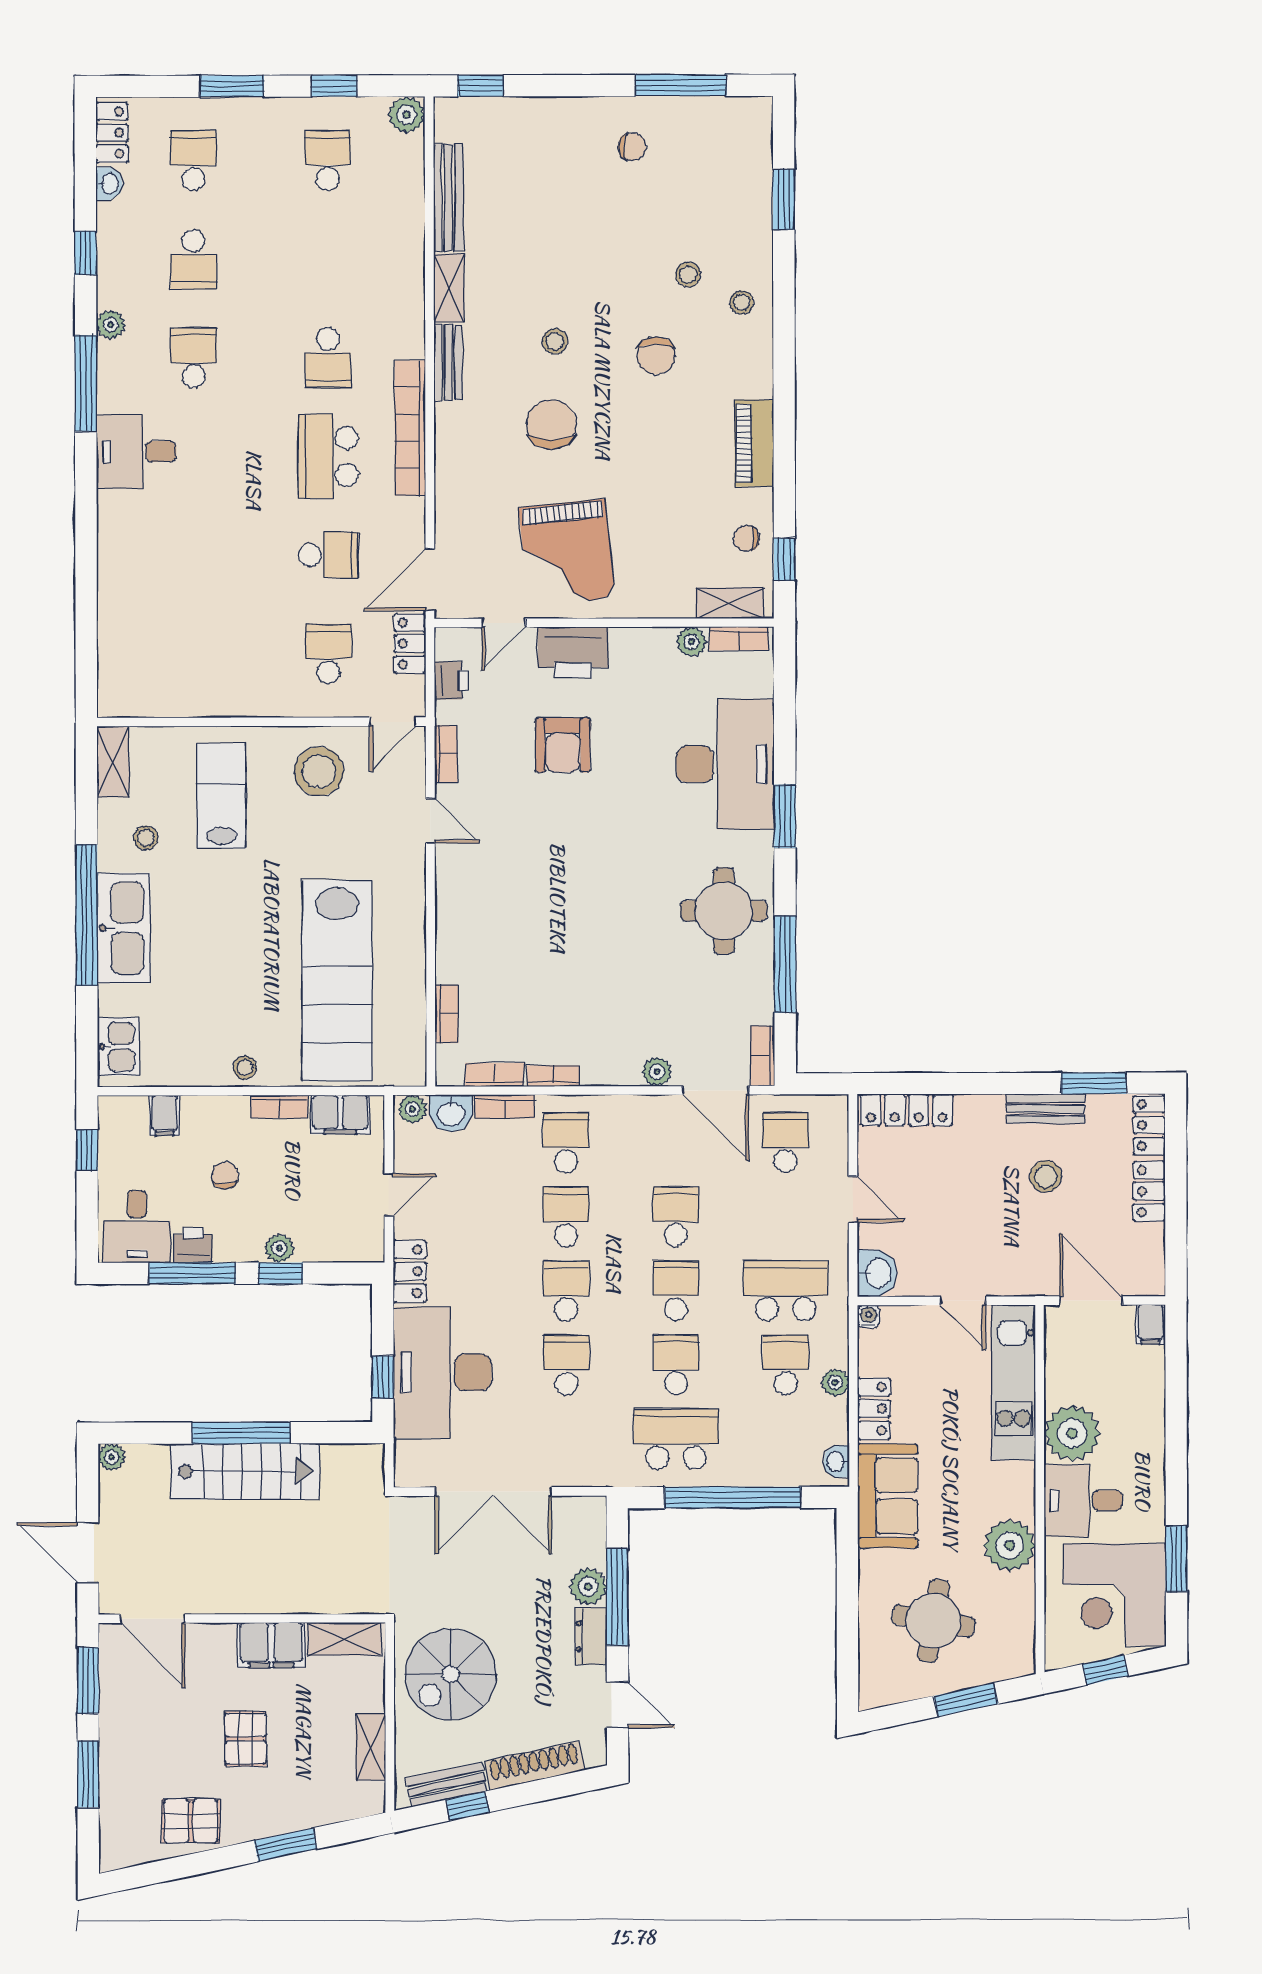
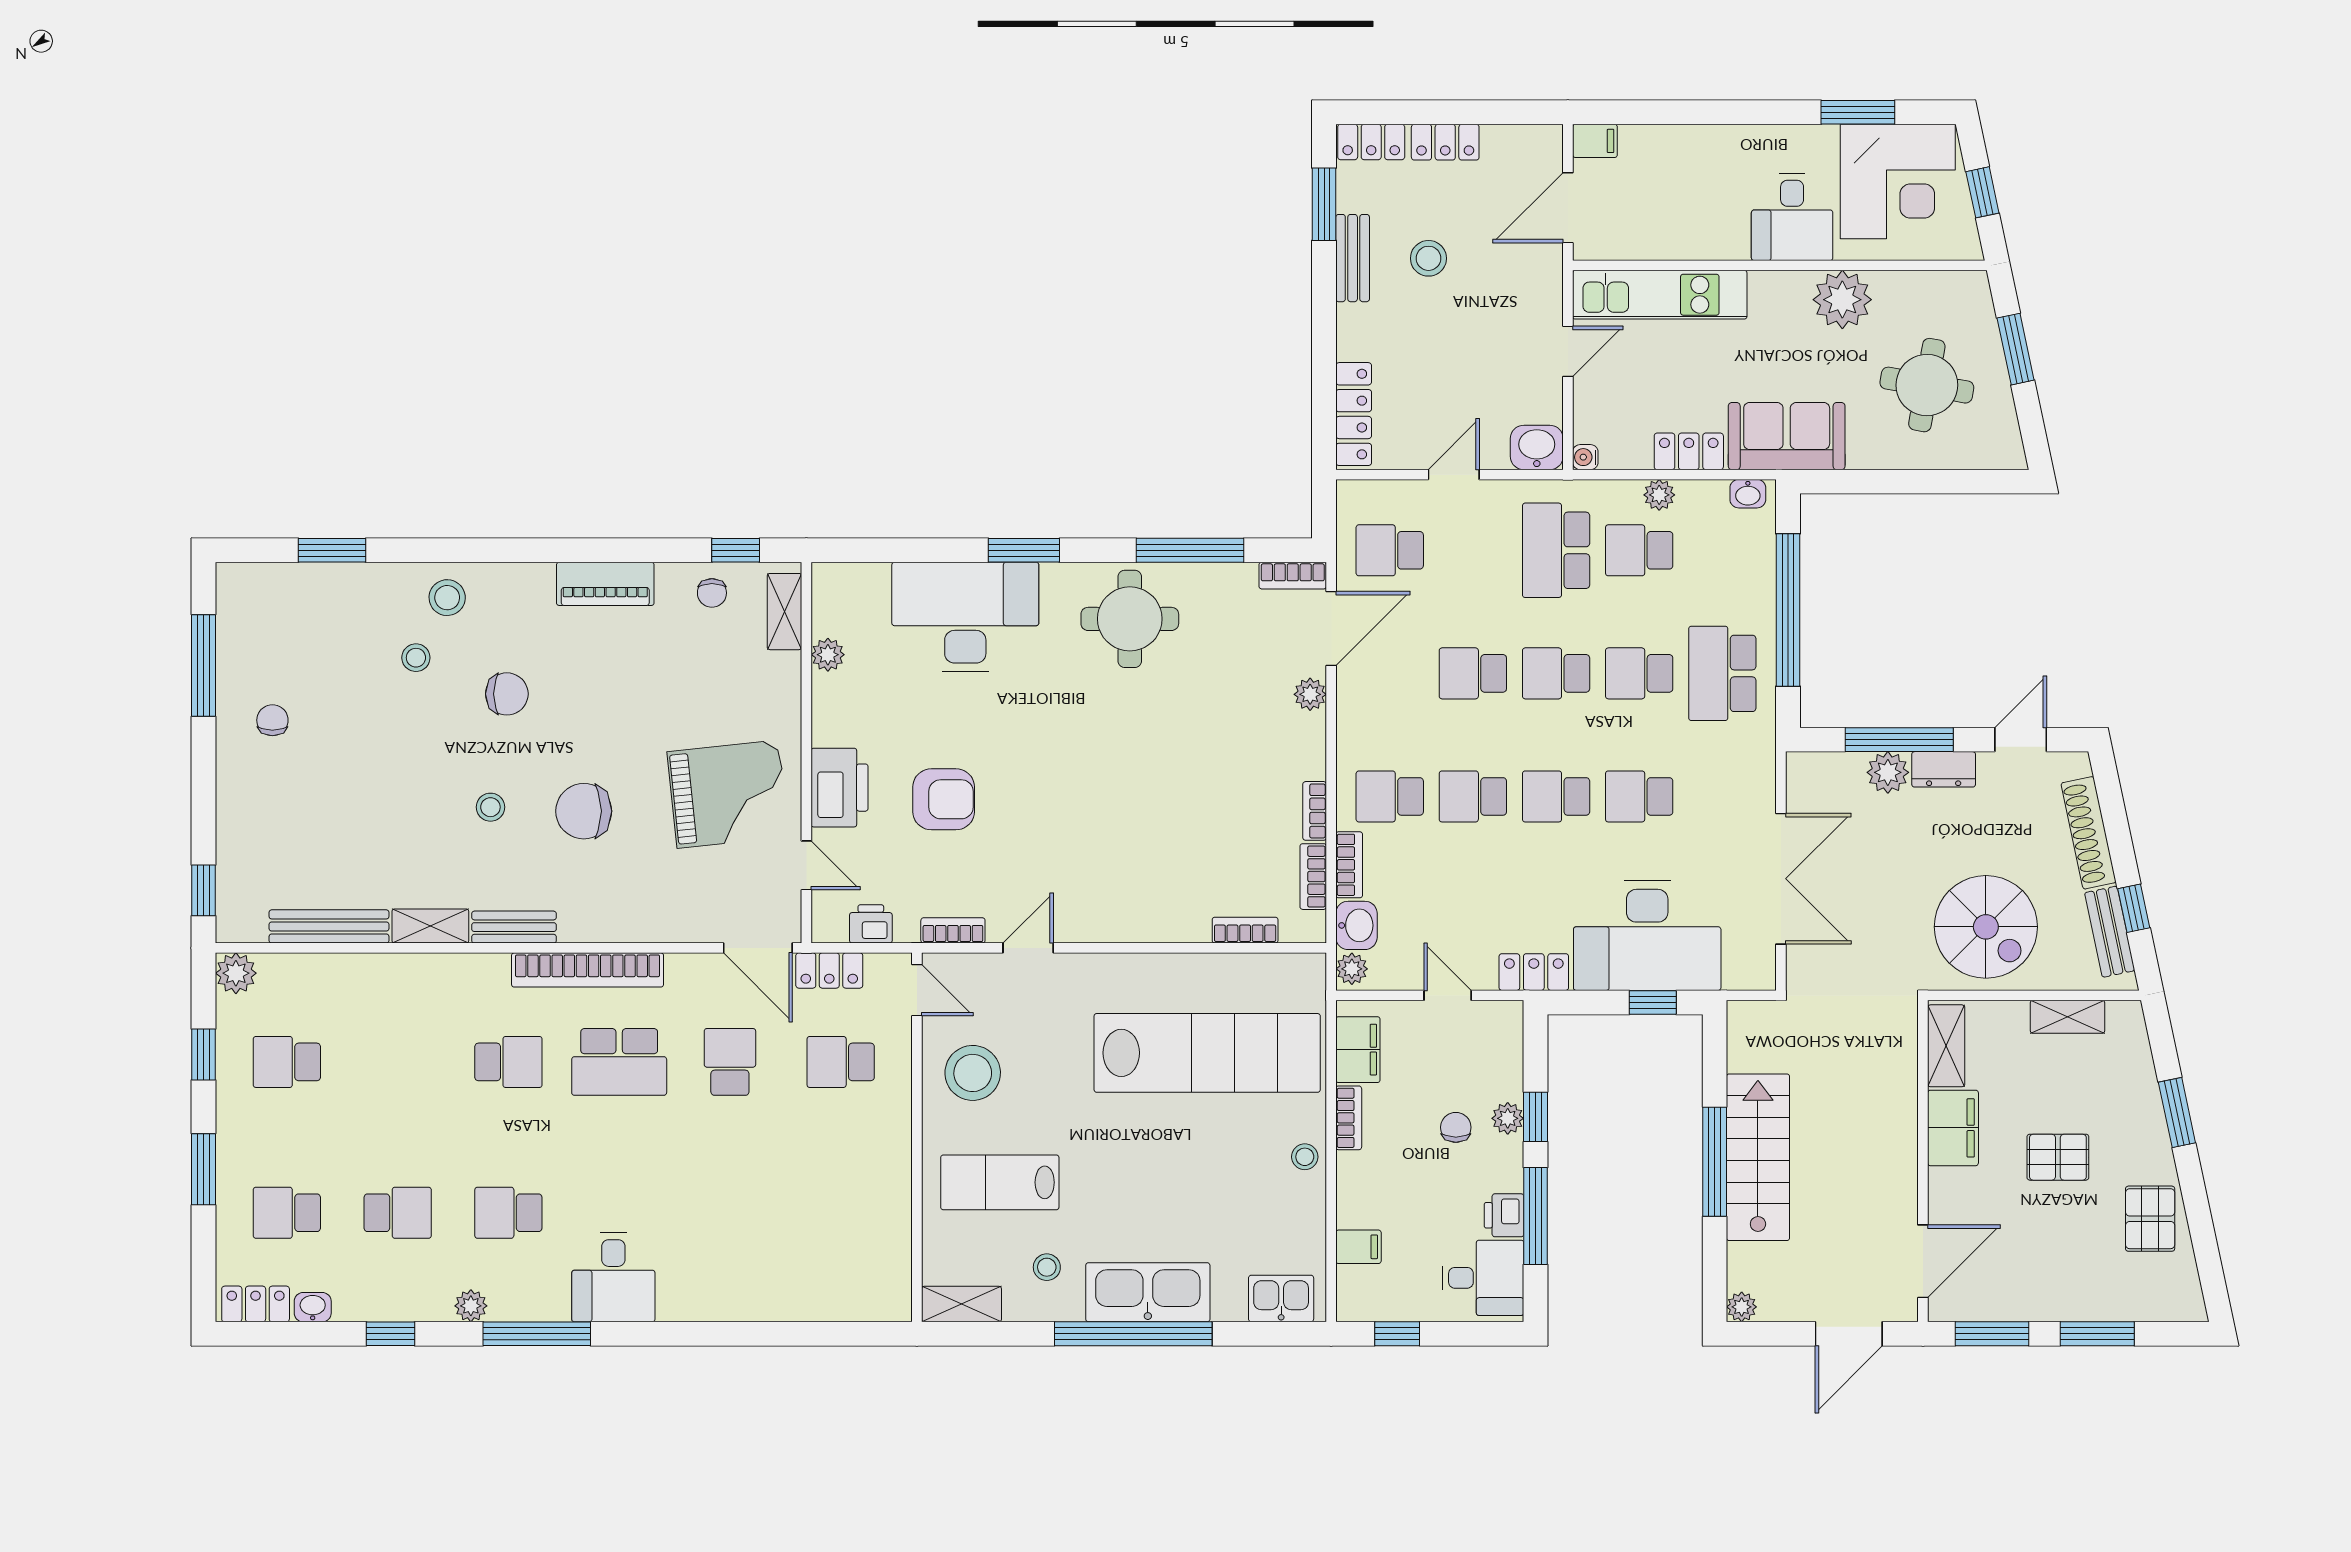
stool: (742, 302) -> (447, 598), width x1.37, depth x1.37
bookcase: (739, 639) -> (824, 602), removed
chair: (225, 1175) -> (1456, 1127), moved, turned 90
plant: (1072, 1433) -> (1717, 229), removed

